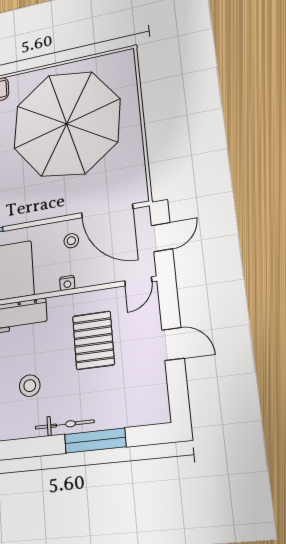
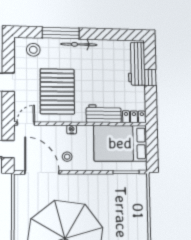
pallet: (93, 340) -> (57, 91), width x1.37, depth x1.41
stool: (30, 386) -> (33, 50), moved

